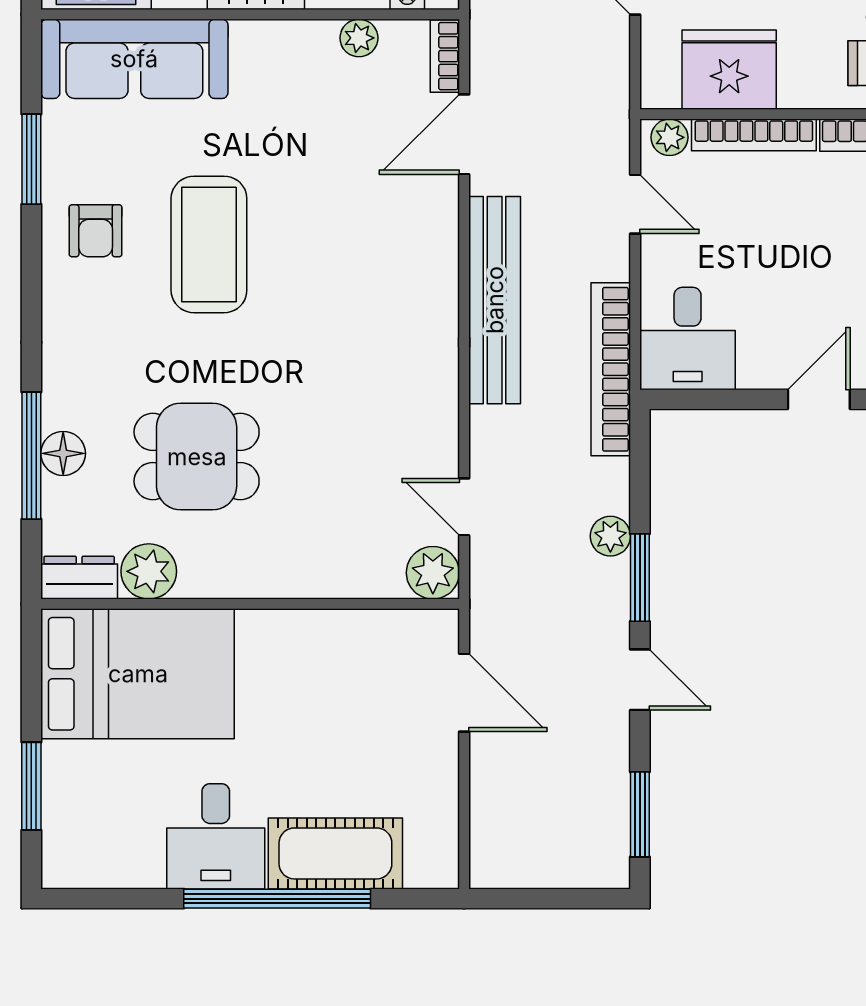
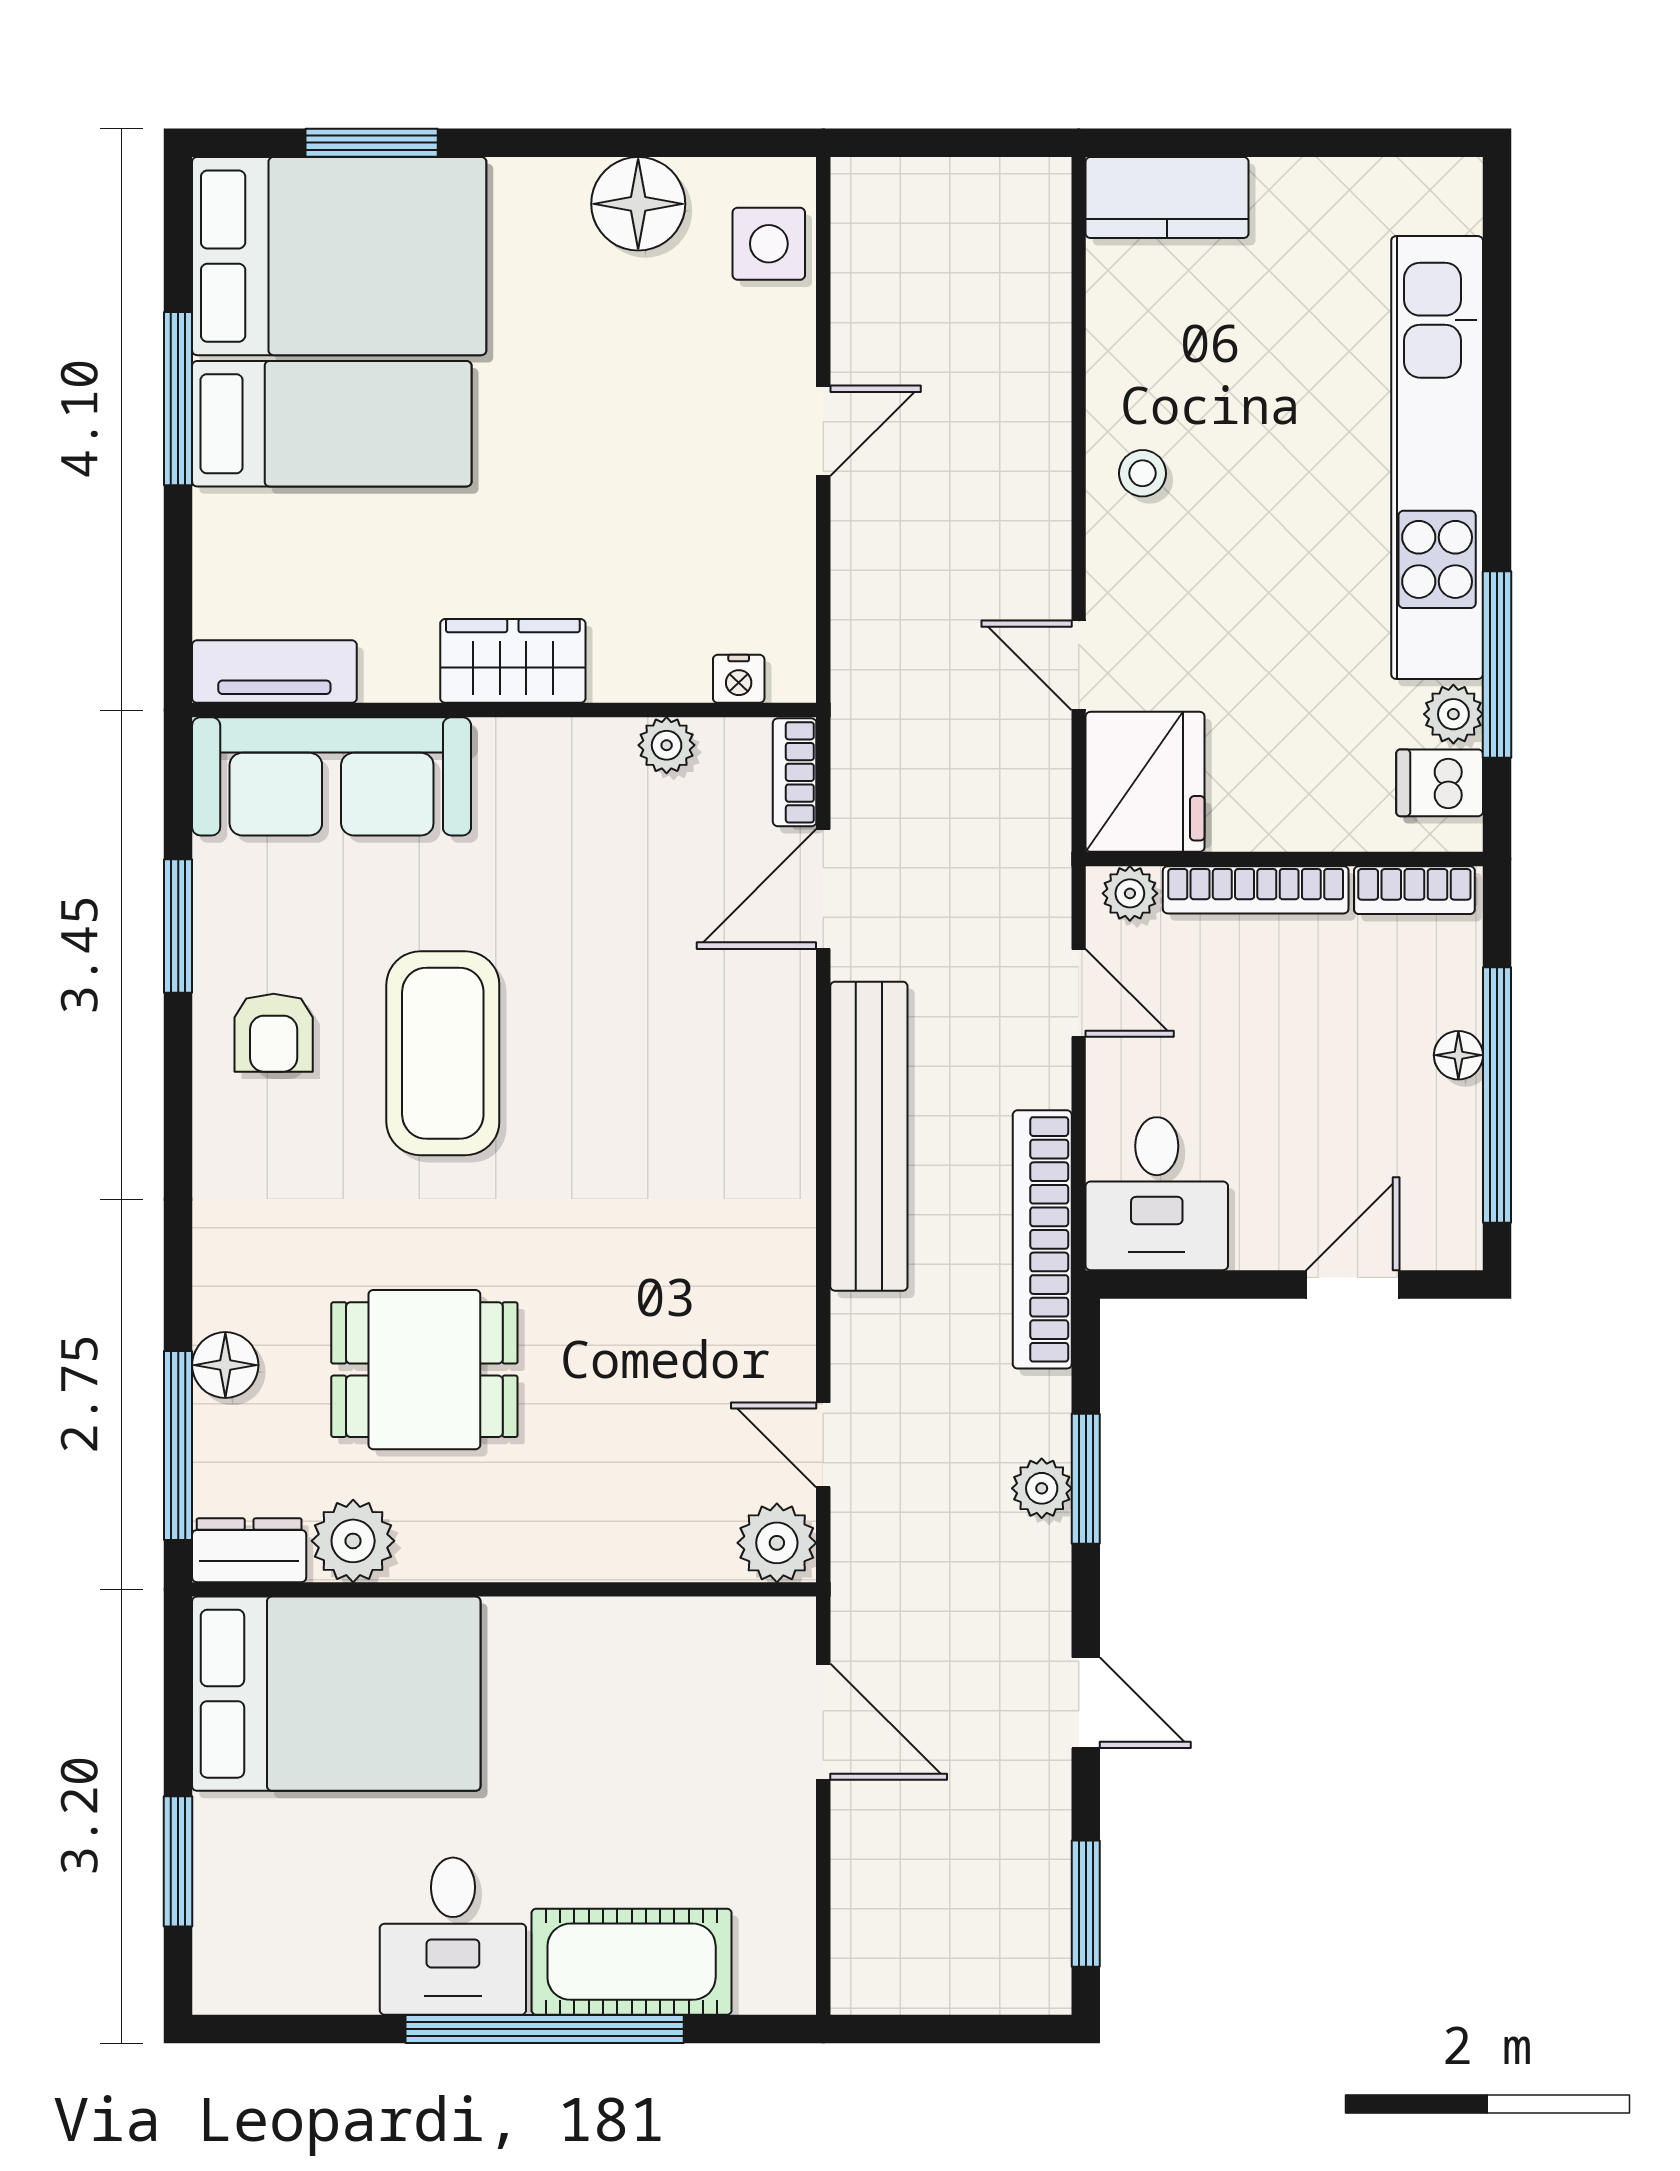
fridge: (729, 70) -> (1145, 782), moved, turned 90
window: (31, 456) -> (178, 1446), moved
window: (640, 578) -> (1086, 1479), moved

